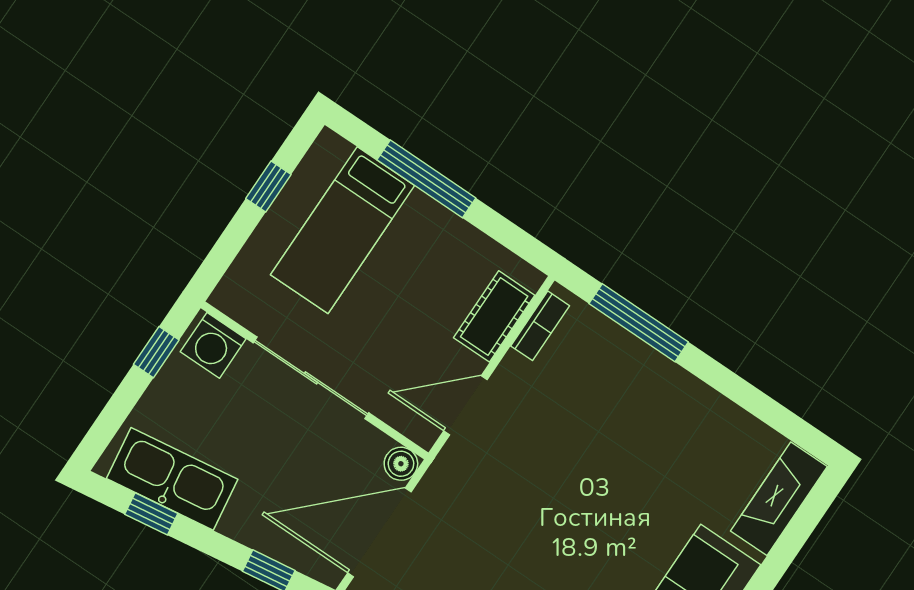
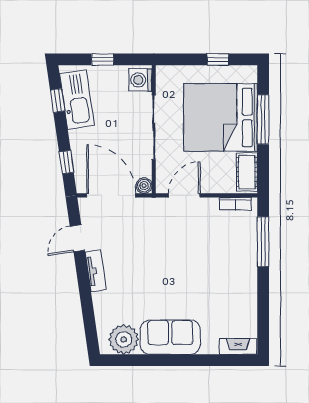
bed: (343, 230) -> (220, 117), width x2.04
cot: (494, 316) -> (247, 172), moved, turned 90
window: (156, 352) -> (103, 59), moved
door: (465, 405) -> (184, 195), hinge flipped
fireplace: (779, 499) -> (238, 346), width x0.73, depth x0.76

